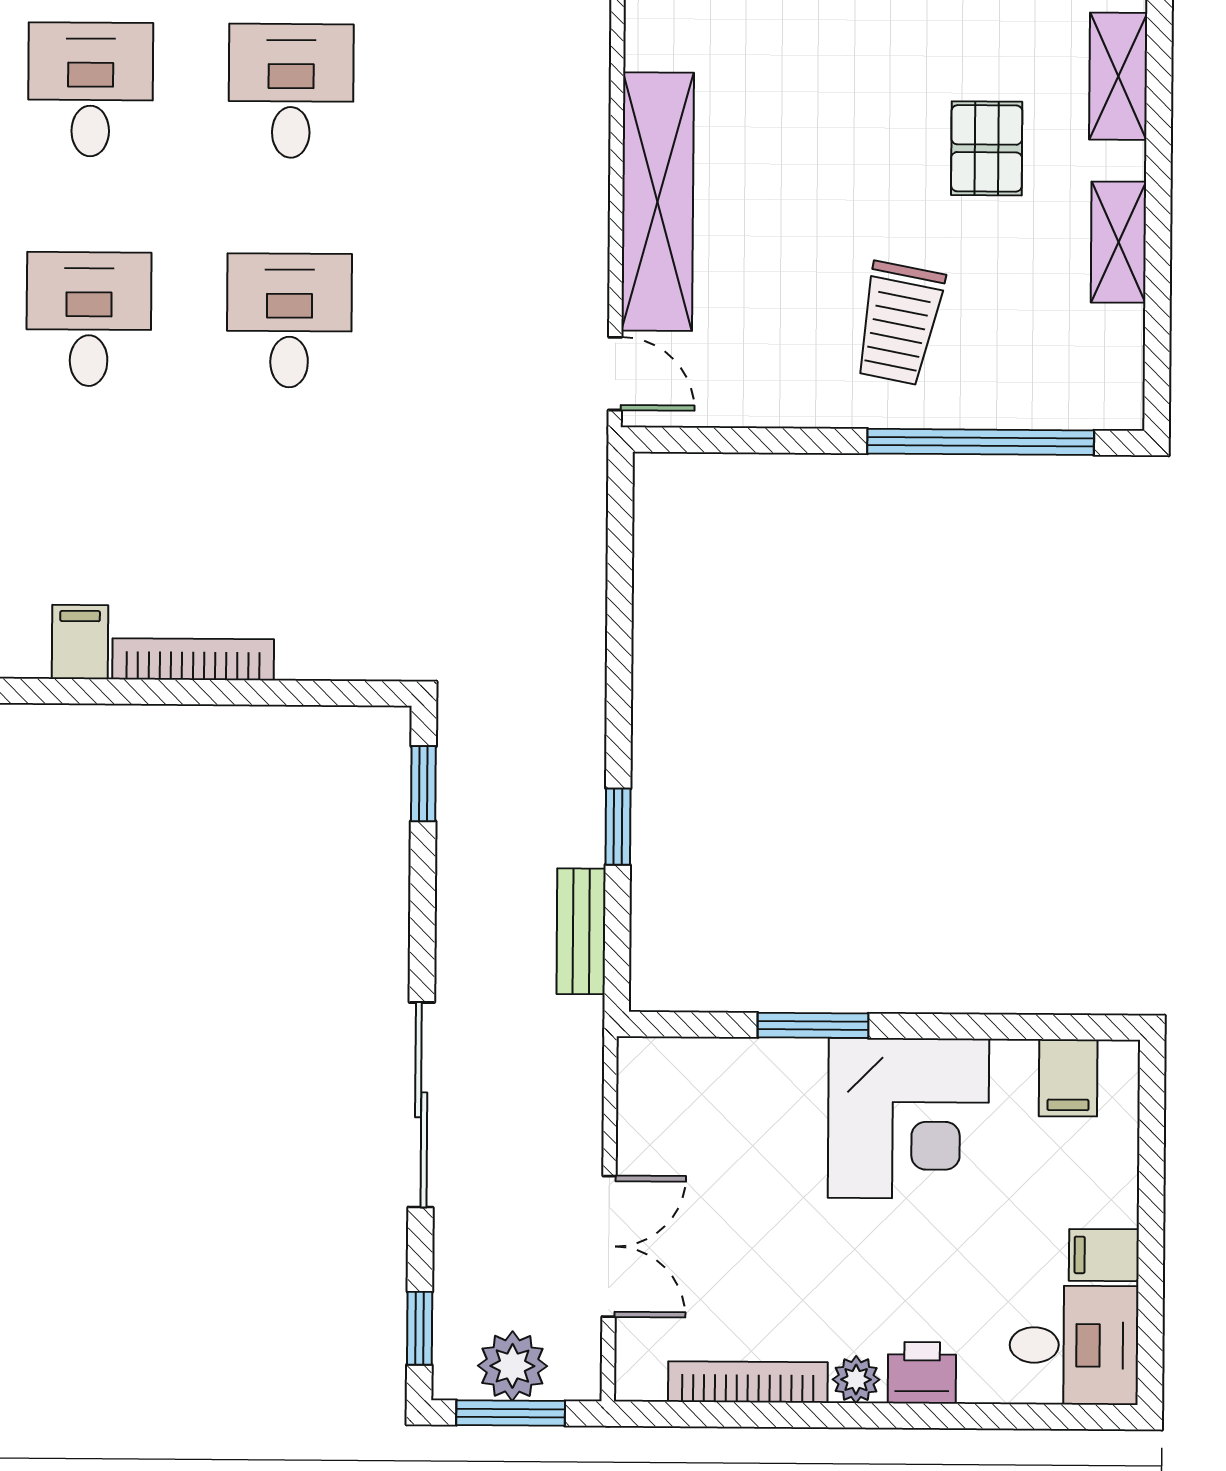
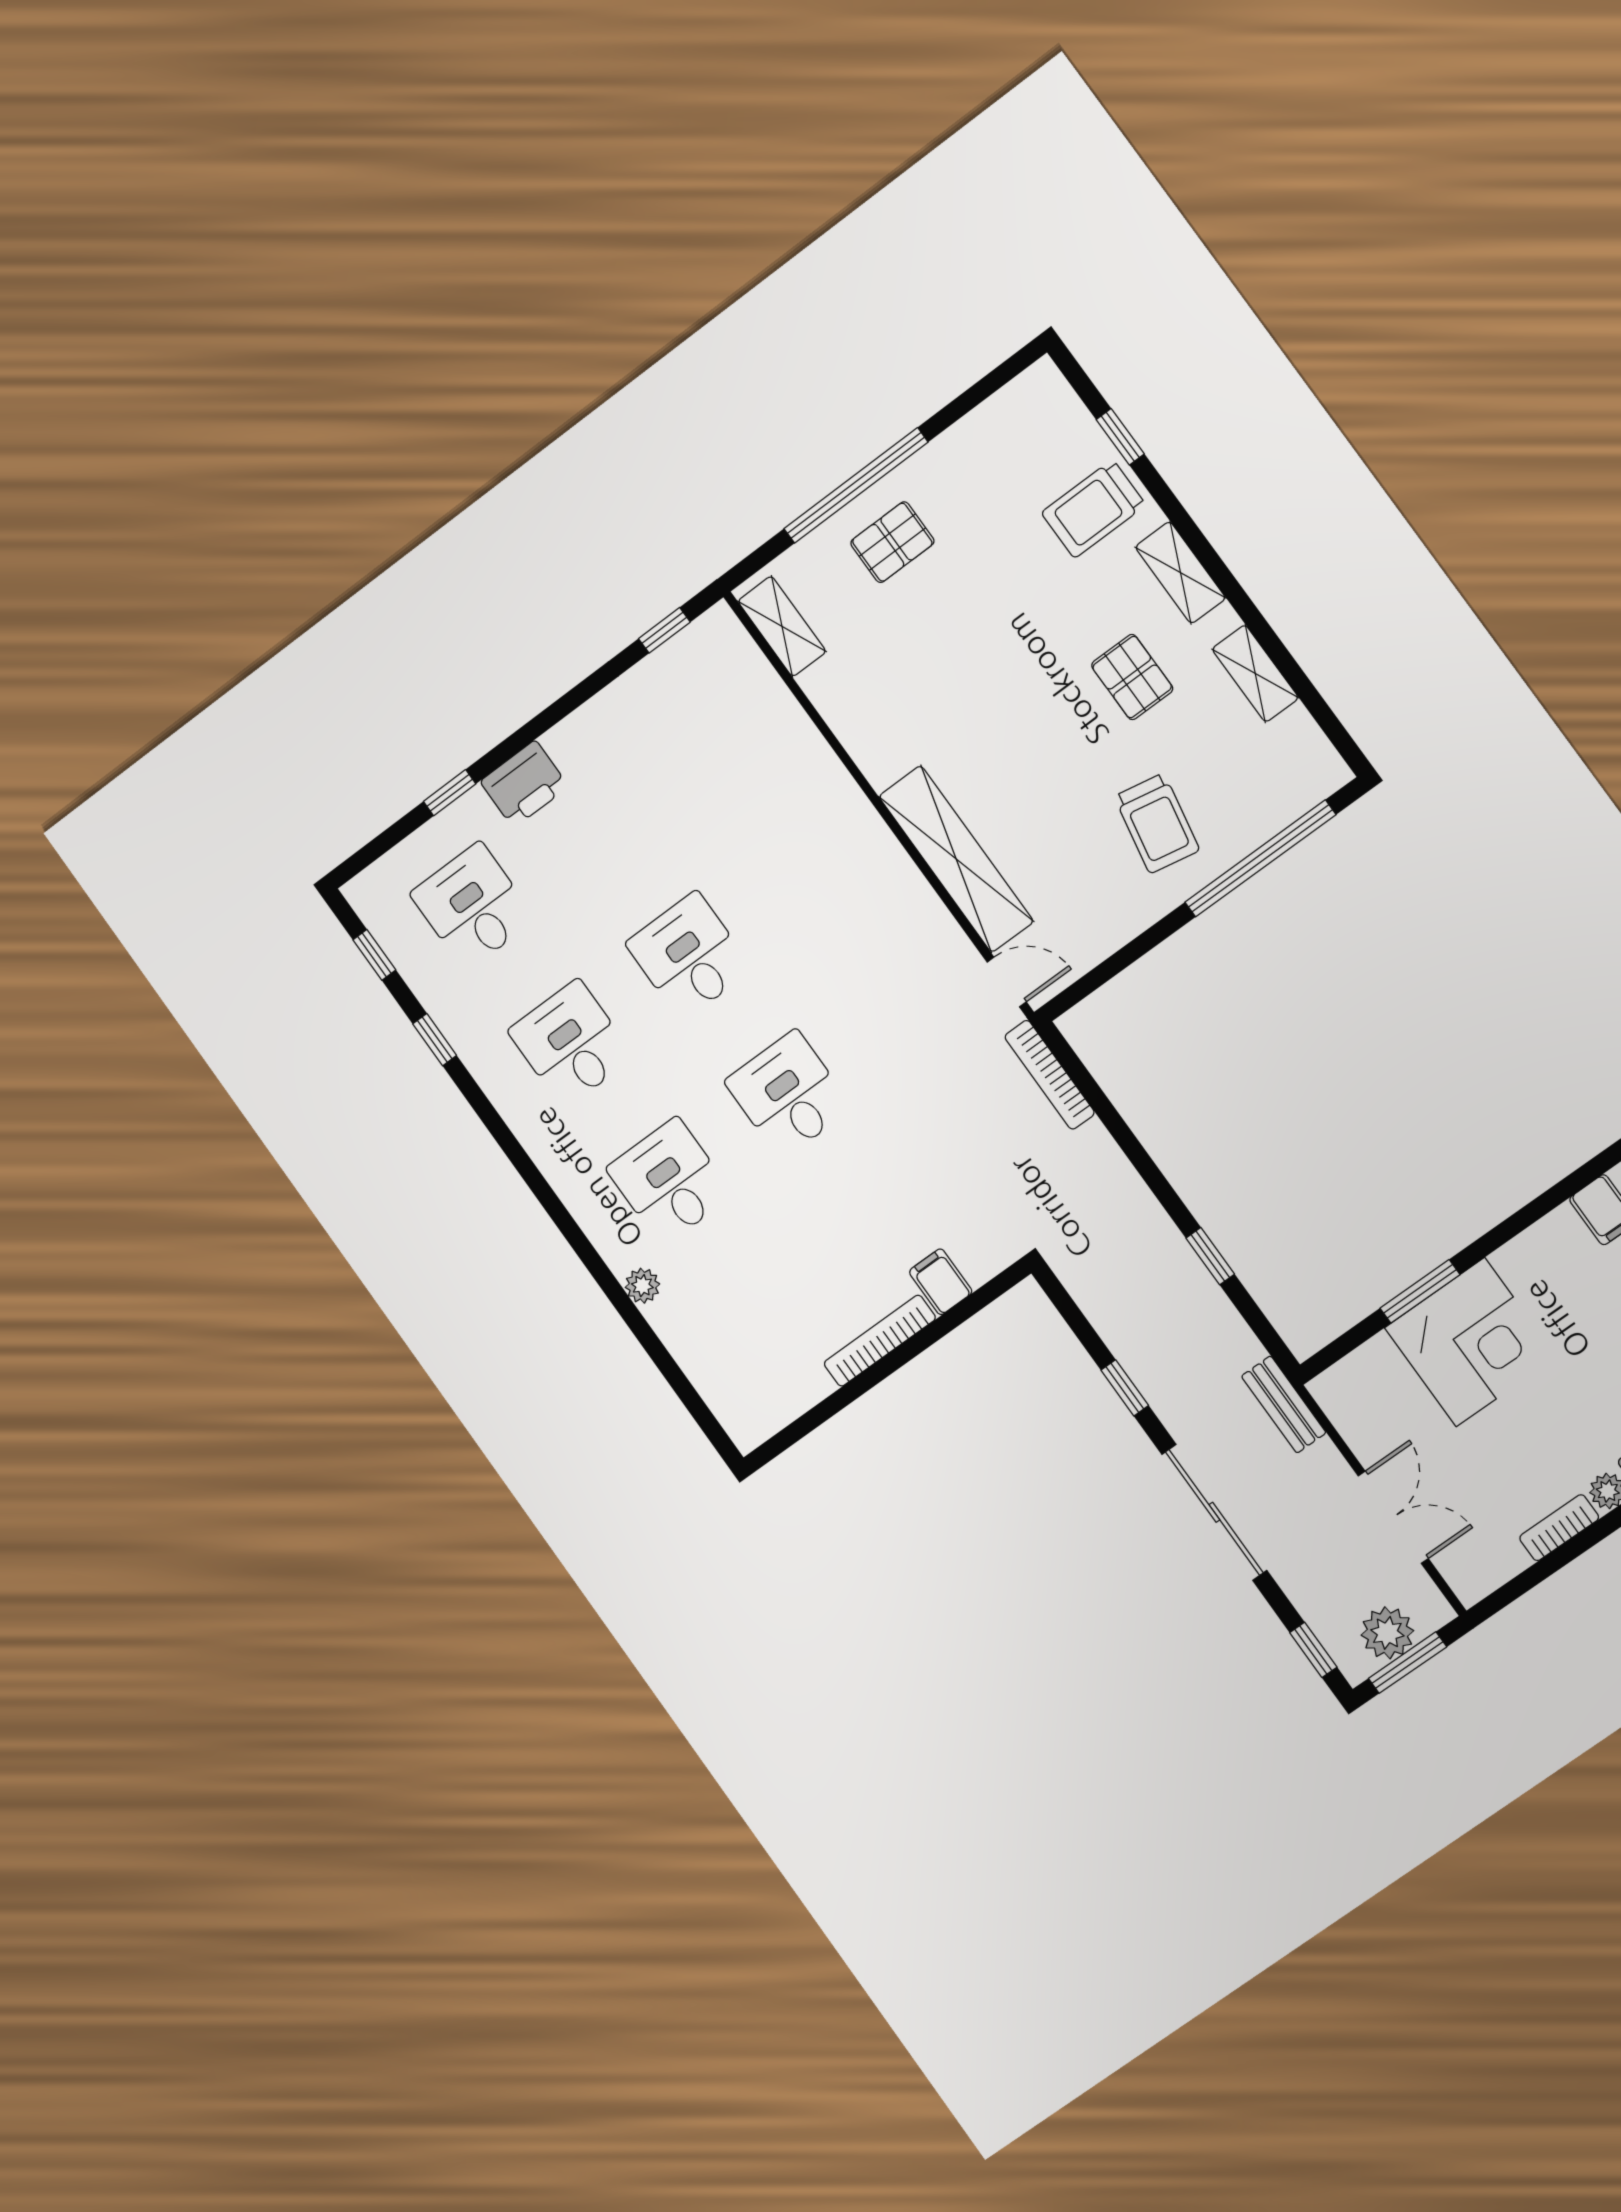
bookcase: (588, 507) -> (1050, 1075), added
filing cabinet: (80, 642) -> (941, 1282), moved
window: (423, 784) -> (1125, 1388), moved
bench: (581, 931) -> (1284, 1404), moved
corner desk: (908, 1118) -> (1470, 1342), moved
bookcase: (748, 1382) -> (1559, 1528), width x0.64

